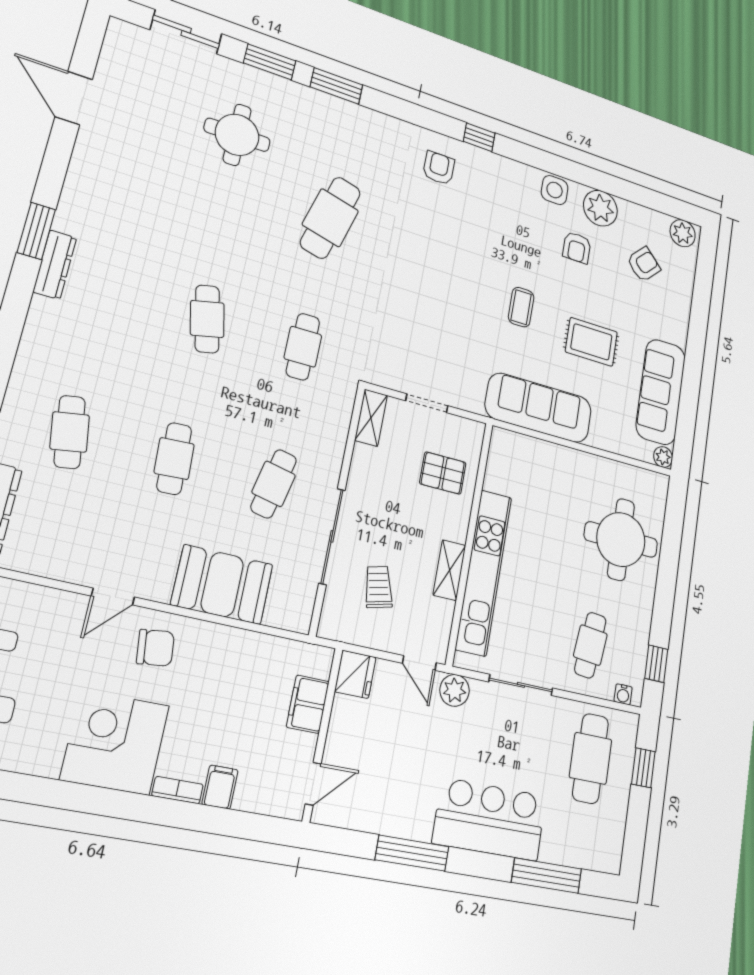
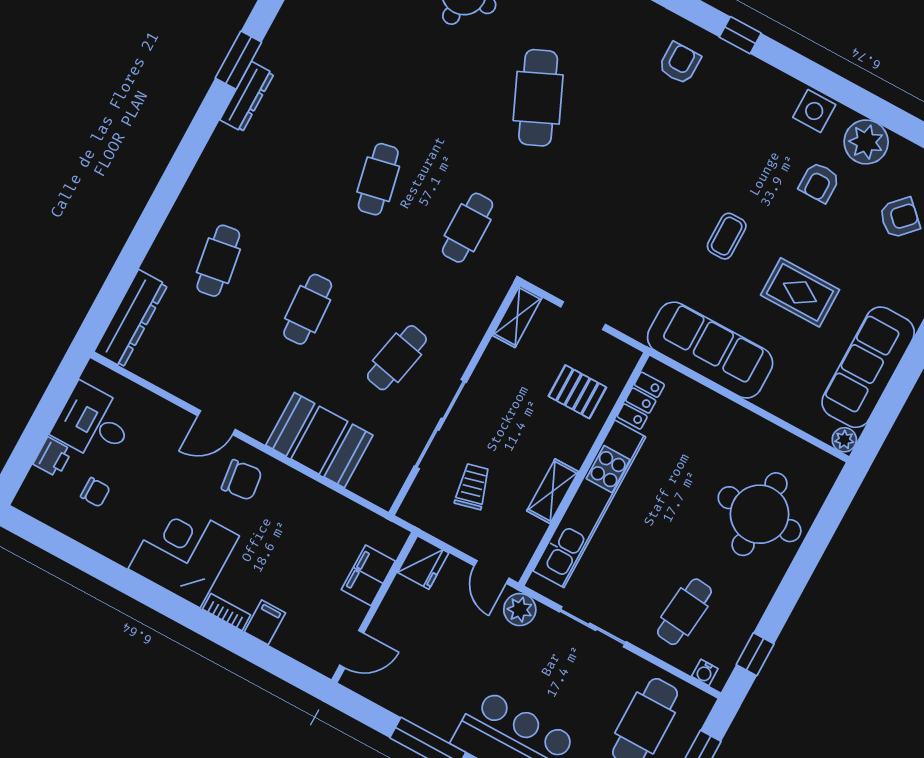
cafe table: (330, 218) -> (538, 98), turned -39
locker: (497, 467) -> (641, 401), added

